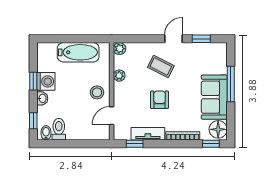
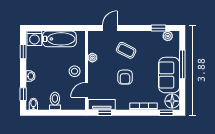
door: (174, 39) -> (110, 28), moved
plant: (120, 49) -> (168, 36), moved
window: (33, 81) -> (23, 52), moved
washing machine: (46, 81) -> (34, 38), moved, turned 90
armchair: (160, 100) -> (125, 77), turned 180
toilet: (59, 129) -> (55, 101), moved
tv unit: (148, 134) -> (102, 105), moved

